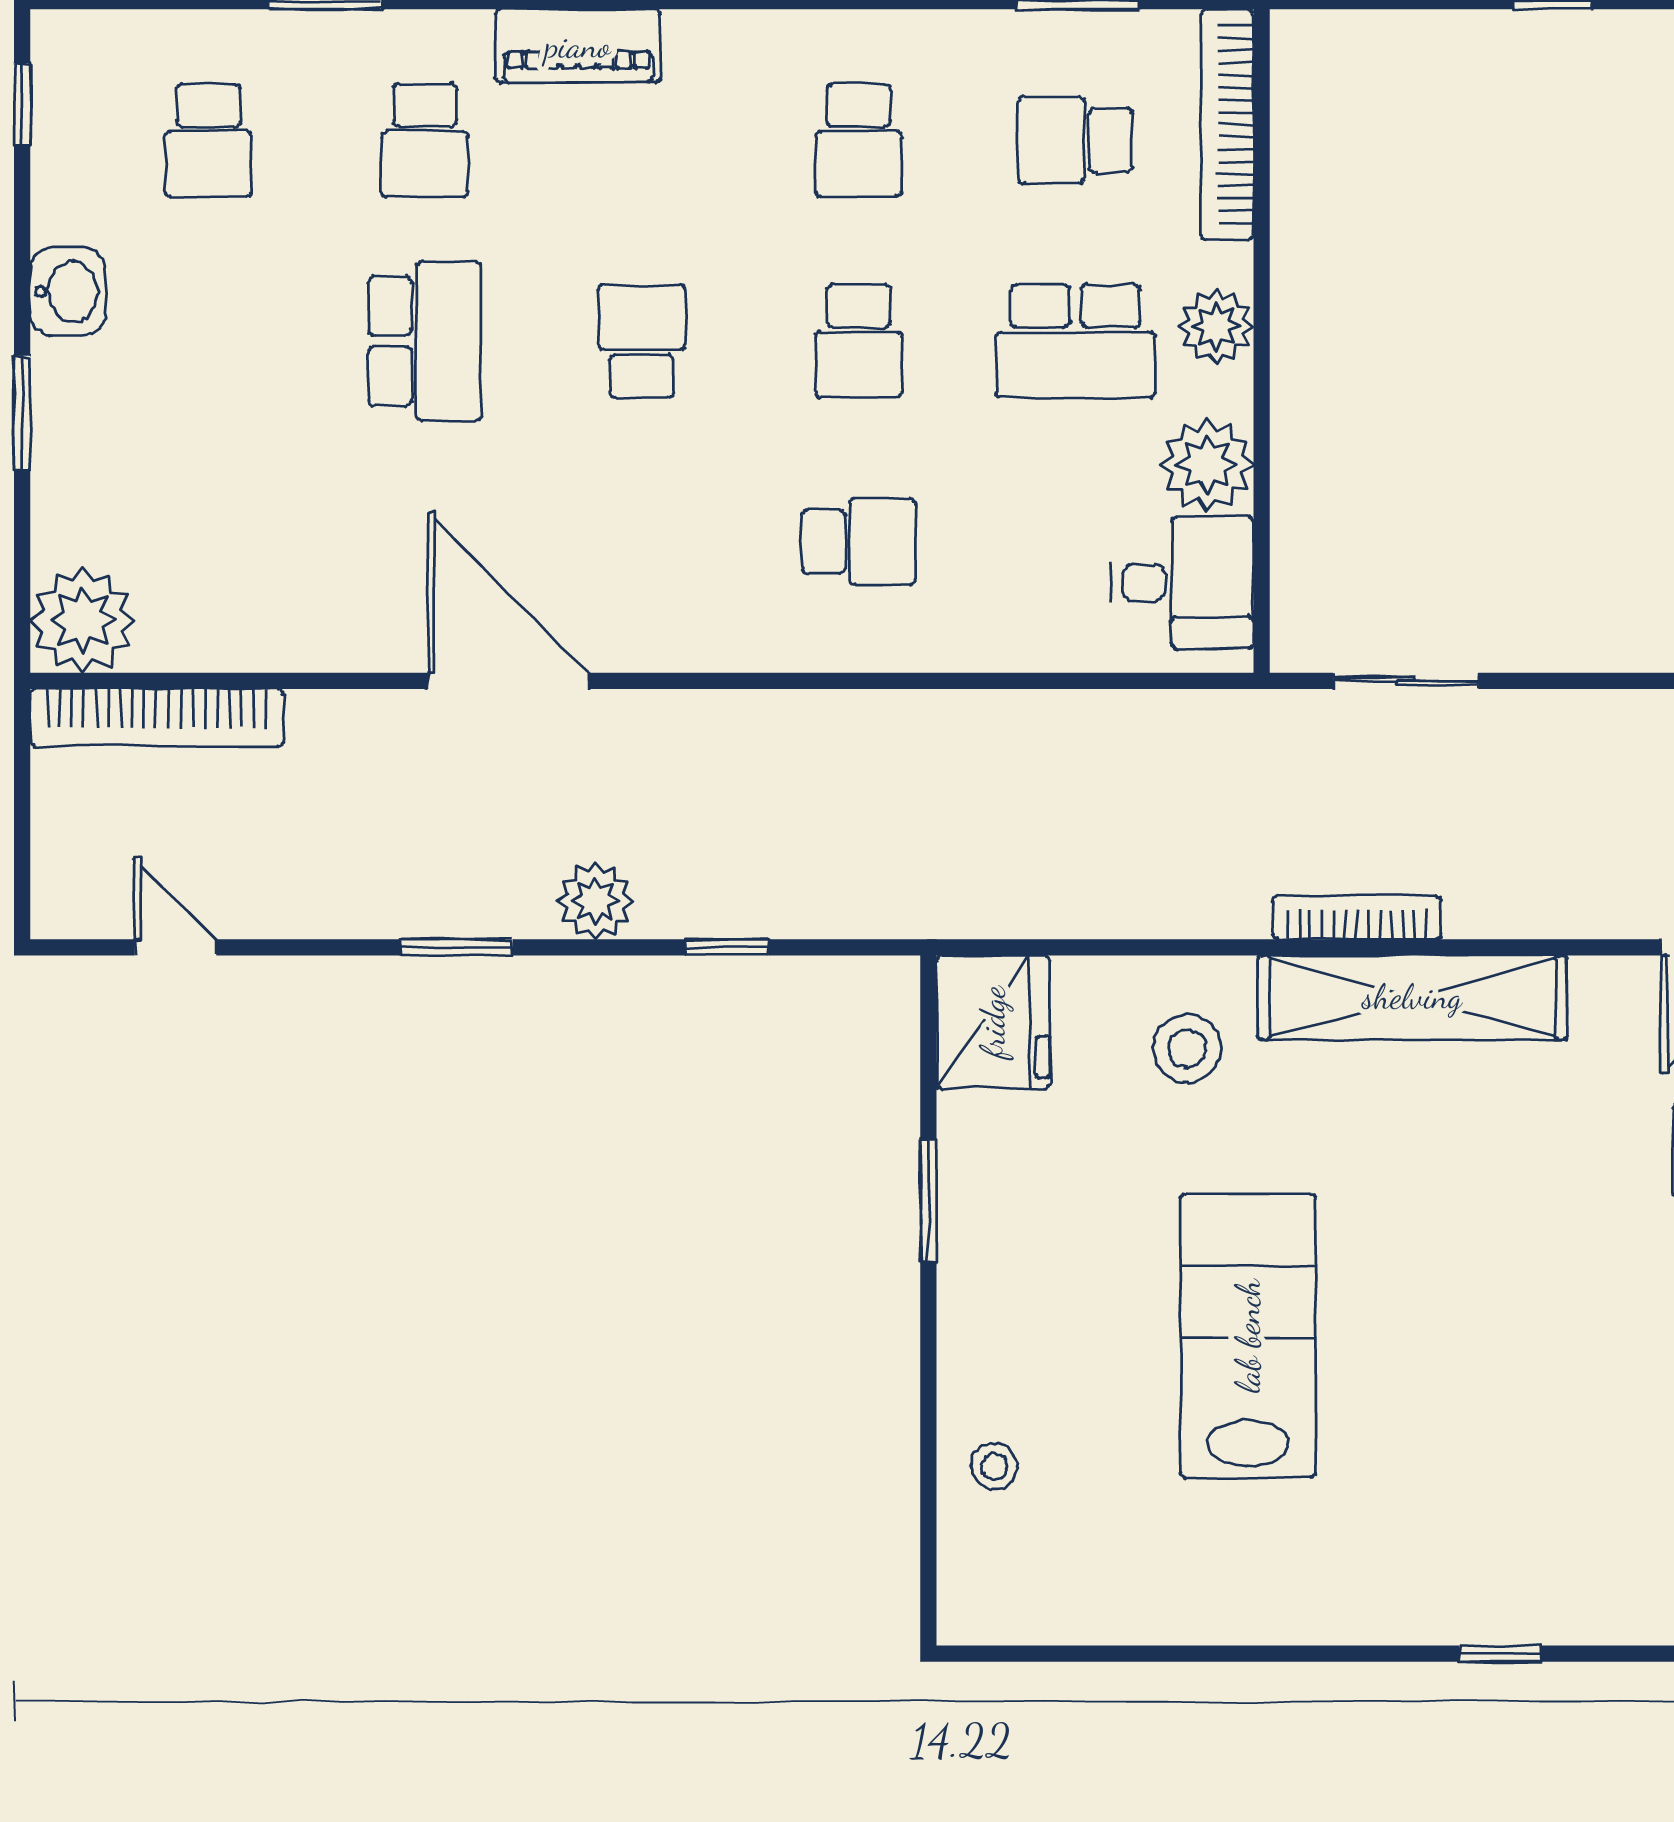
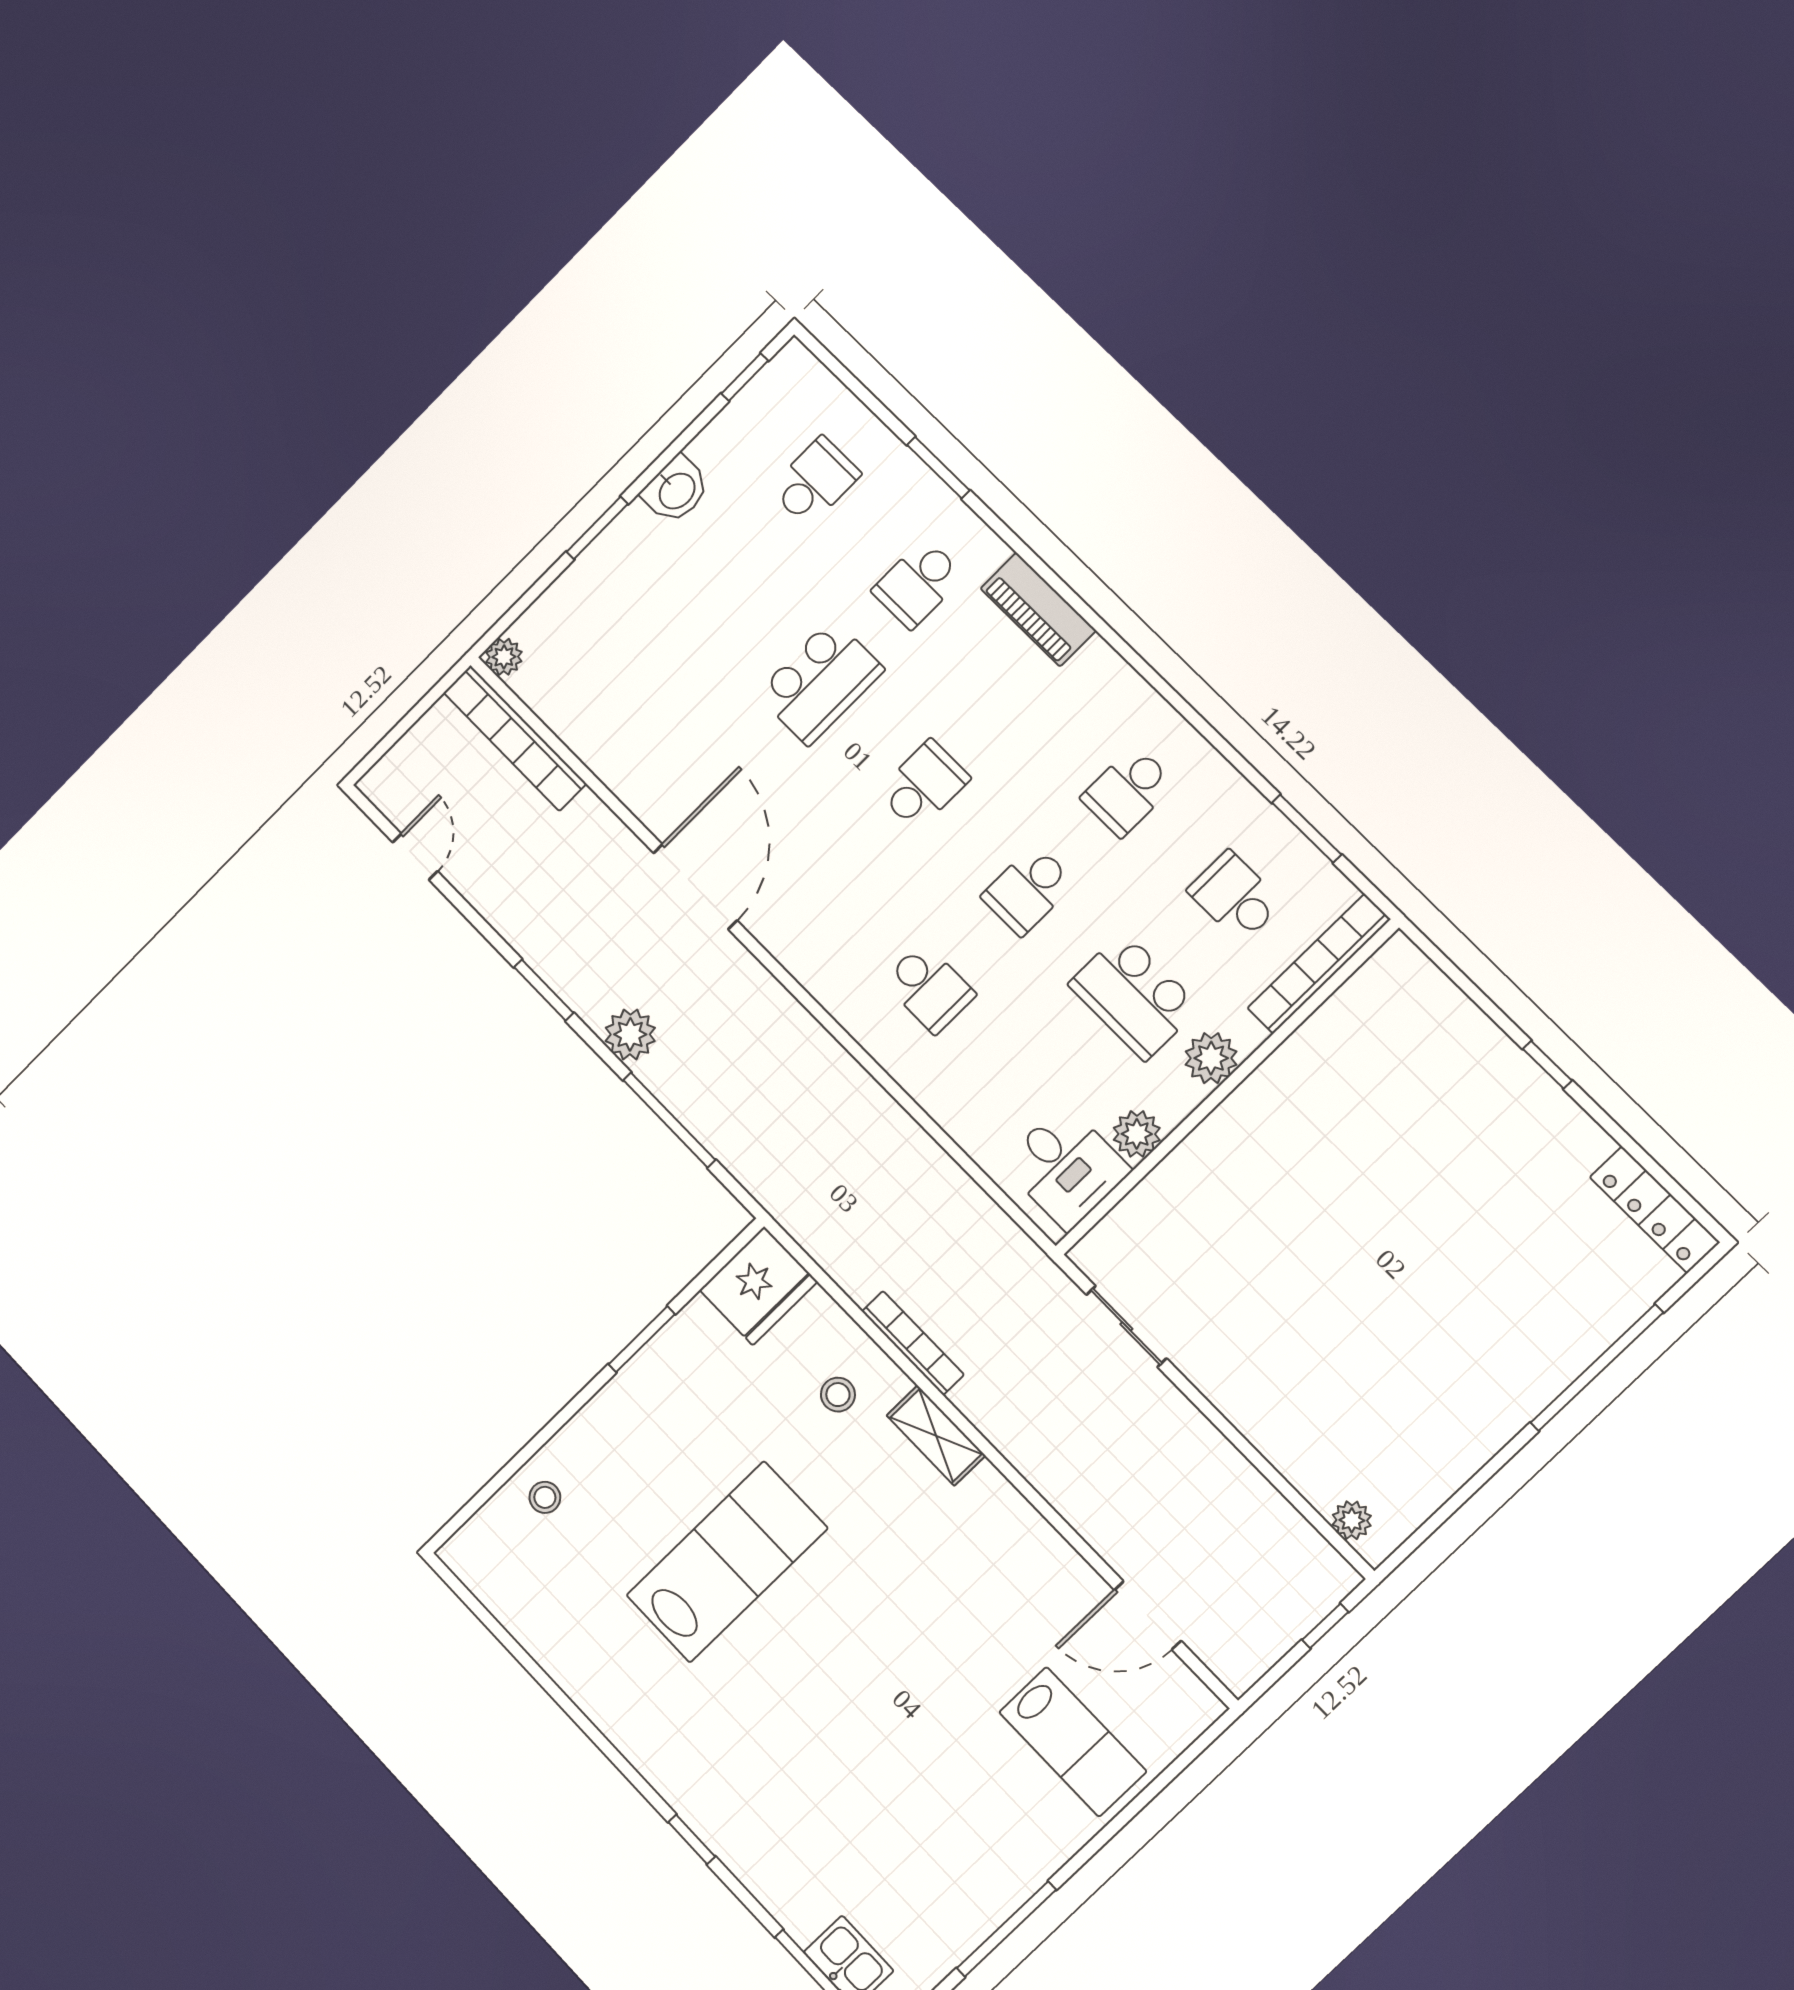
school desk: (208, 140) -> (815, 481), turned 180
plant: (1207, 465) -> (1137, 1134), width x0.73, depth x0.73
plant: (83, 620) -> (504, 657), width x0.53, depth x0.53
bookcase: (1357, 918) -> (913, 1343), moved
window: (727, 947) -> (669, 1120), width x2.17
shelving: (1412, 997) -> (936, 1436), width x0.45, depth x0.75
stool: (1187, 1048) -> (838, 1395), width x0.73, depth x0.73

